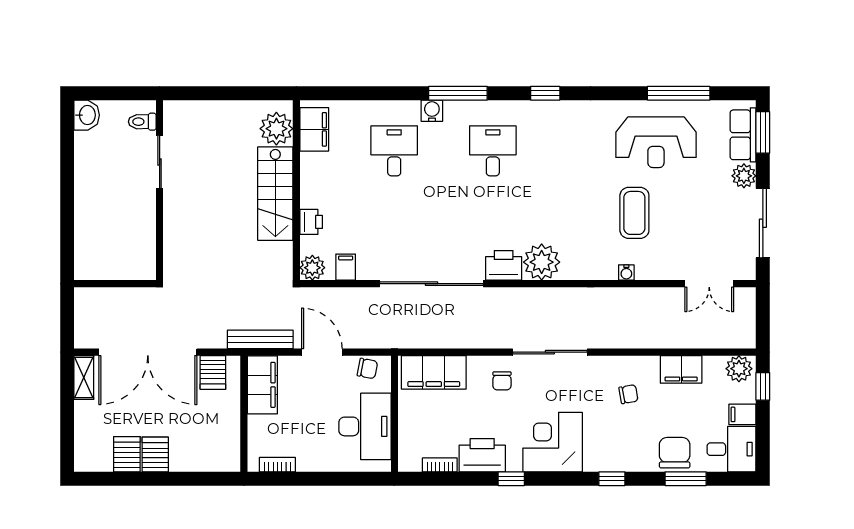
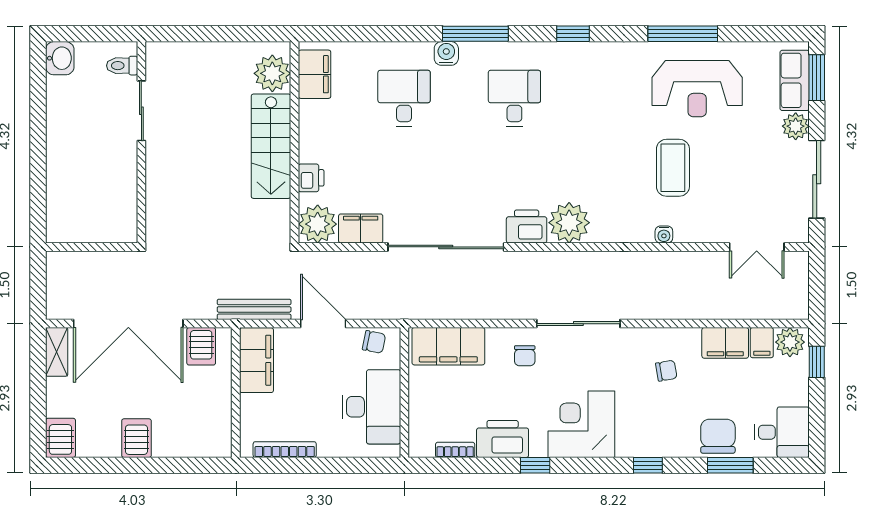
window: (679, 93) -> (683, 34), moved
filing cabinet: (346, 267) -> (361, 228), width x2.00
plant: (312, 268) -> (318, 224), width x1.36, depth x1.36
filing cabinet: (742, 414) -> (762, 343), moved, turned -90
server rack: (127, 454) -> (60, 438), moved
bookcase: (277, 465) -> (285, 450), width x1.56

